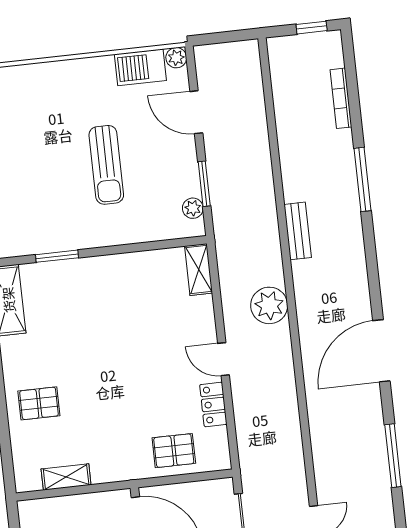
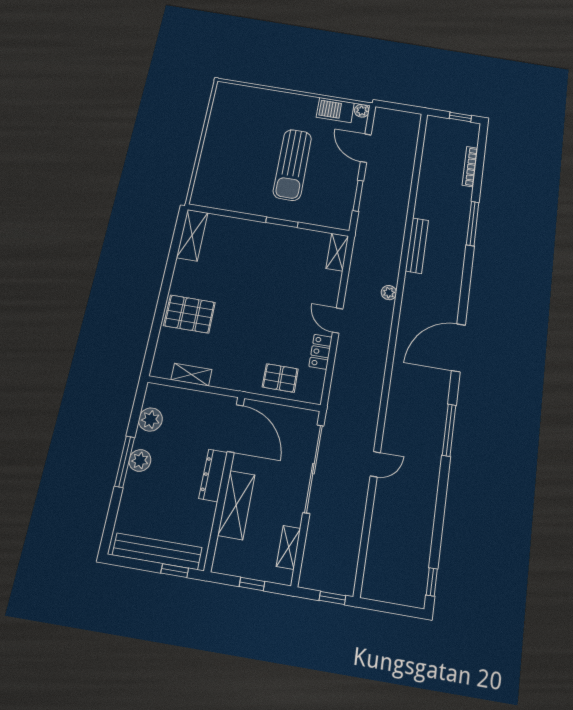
sun lounger: (106, 165) -> (292, 165), width x1.36, depth x1.34
plant: (193, 208) -> (345, 210), removed
bench: (298, 231) -> (417, 246), width x1.36
window: (57, 256) -> (282, 222), moved
plant: (269, 305) -> (389, 293), width x0.53, depth x0.53
pallet: (39, 403) -> (189, 314), width x1.50, depth x1.42

